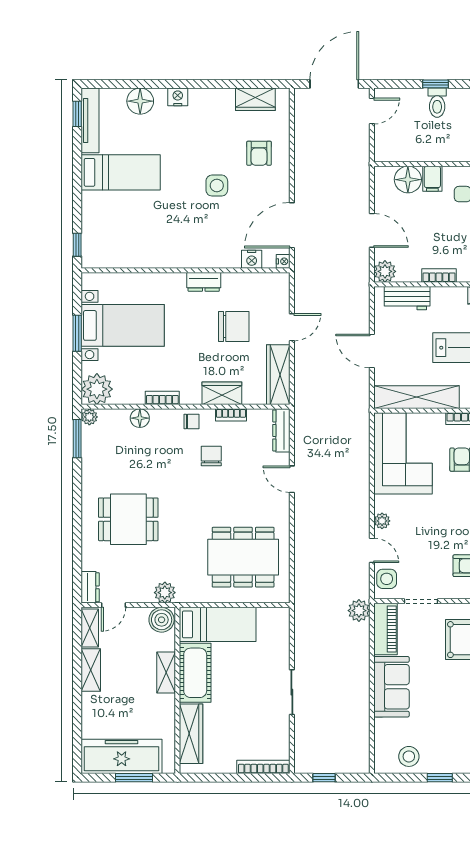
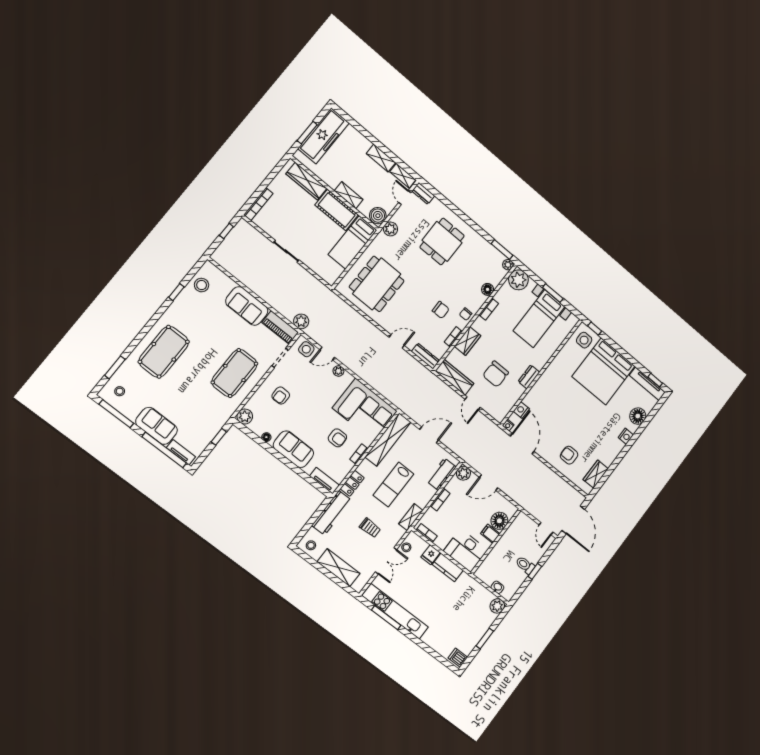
bed: (121, 172) -> (604, 371), width x2.04
side table: (217, 186) -> (584, 340), moved

